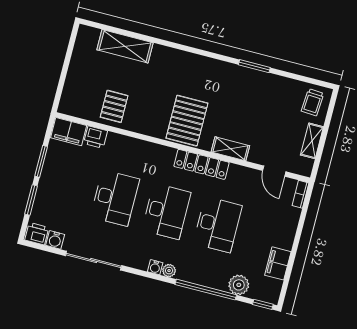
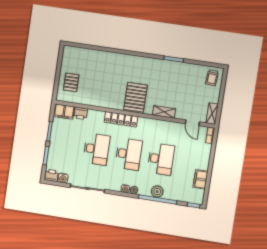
shelving: (125, 46) -> (93, 56), removed
pallet: (114, 106) -> (71, 82), moved
shelving: (312, 141) -> (212, 114), moved
locker: (201, 164) -> (121, 119), moved
plant: (239, 285) -> (157, 192), moved

